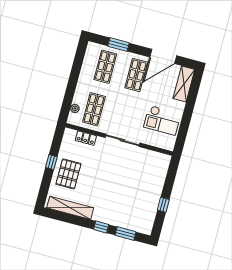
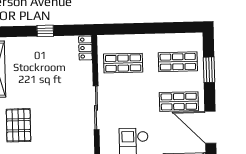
plant: (75, 108) -> (117, 40), removed
locker: (86, 138) -> (85, 48), moved
pallet: (68, 174) -> (19, 125), moved, turned 90

